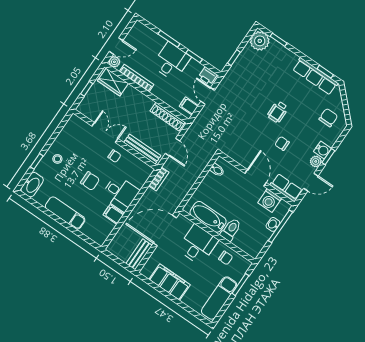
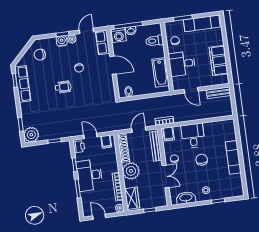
door: (116, 46) -> (99, 217), moved
desk: (171, 61) -> (90, 175), width x1.37
door: (208, 96) -> (90, 136), swing flipped
plant: (140, 104) -> (131, 171), added
double door: (105, 132) -> (166, 176), swing flipped
door: (256, 178) -> (113, 65), swing flipped
door: (311, 182) -> (86, 31), hinge flipped
washbasin: (32, 185) -> (186, 198), moved
washing machine: (270, 201) -> (119, 35), moved, turned 90
filing cabinet: (113, 214) -> (169, 134), moved
toilet: (231, 230) -> (154, 41), moved
door: (165, 231) -> (191, 90), width x0.53

